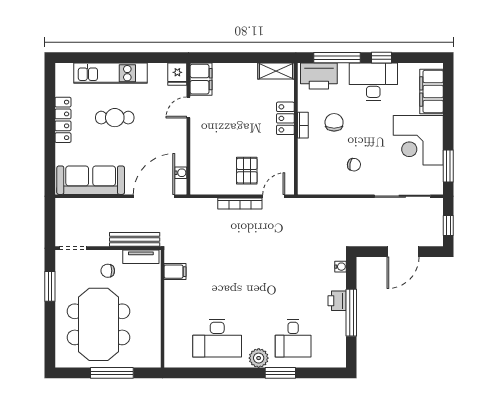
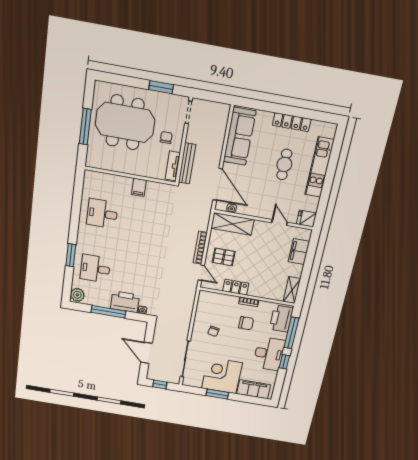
filing cabinet: (201, 79) -> (299, 252), moved, turned 90
locker: (285, 118) -> (236, 287), moved
window: (448, 166) -> (217, 394), moved
shelving: (201, 168) -> (232, 224), added
filing cabinet: (175, 272) -> (139, 187), moved
printer: (337, 301) -> (125, 302), width x1.87, depth x1.48
desk: (217, 338) -> (102, 214), width x0.73
plant: (259, 358) -> (77, 295), moved

